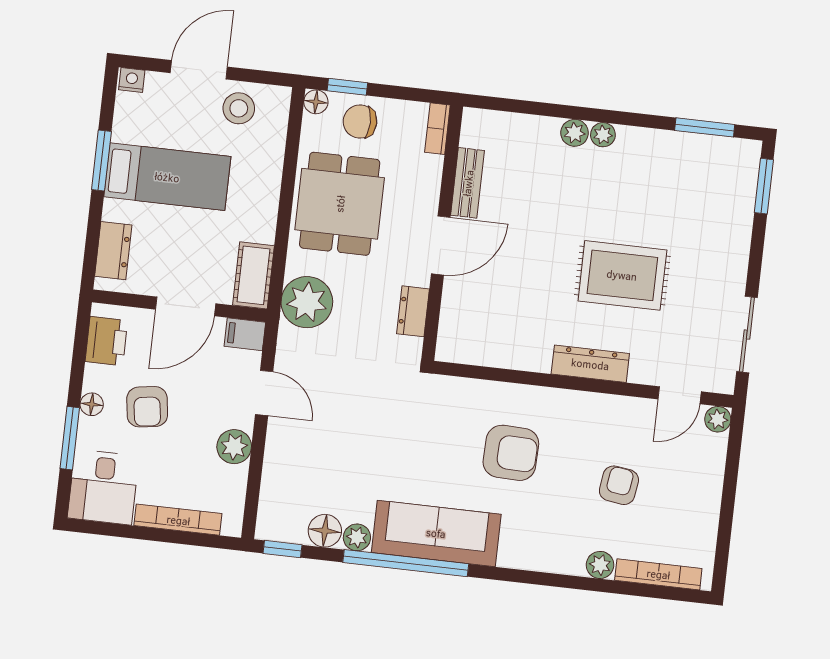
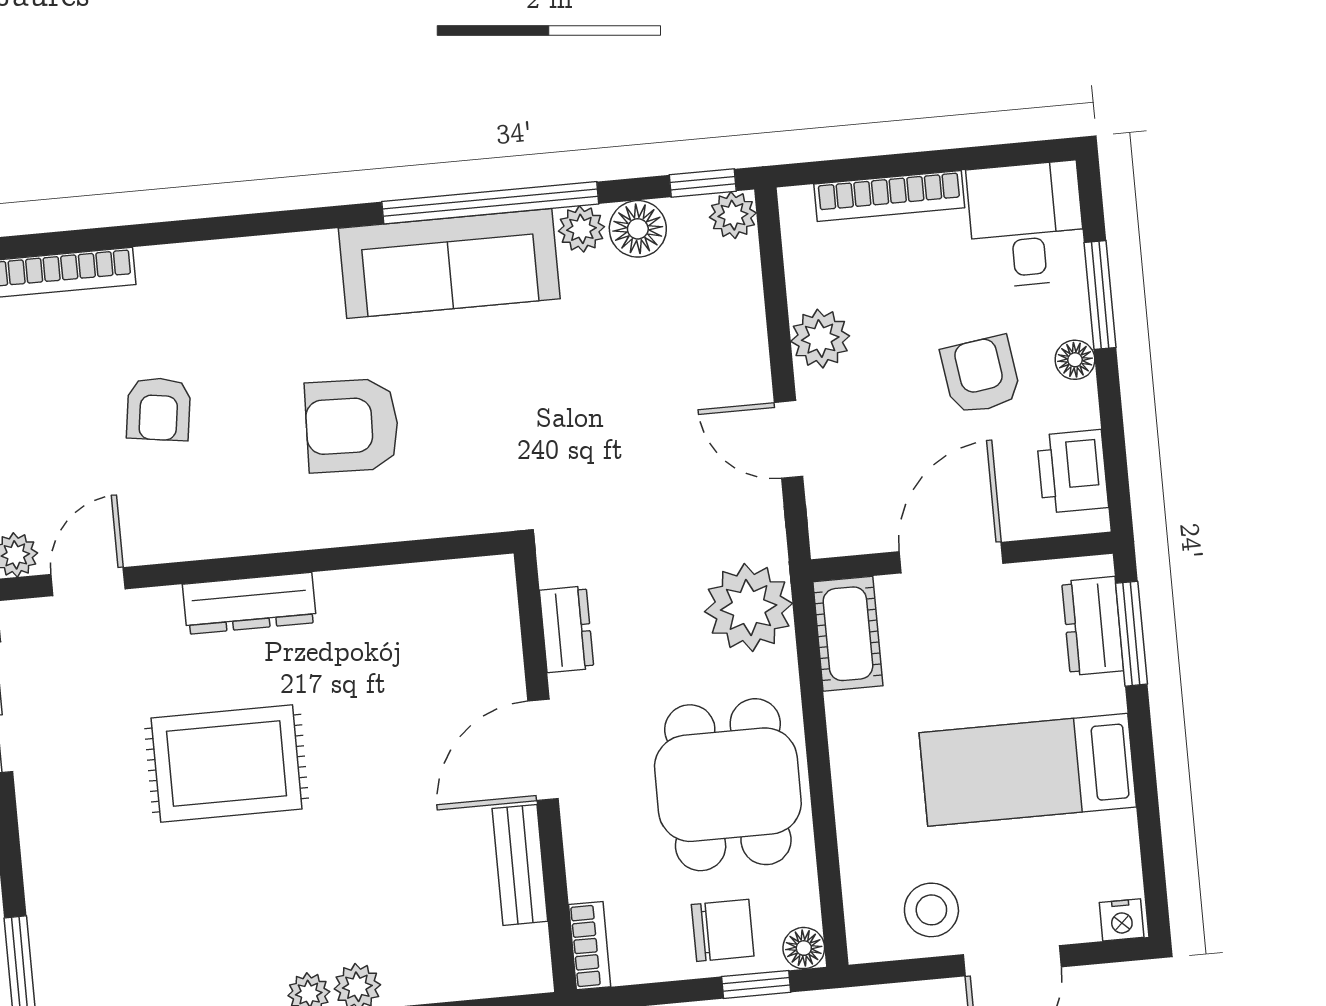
window: (101, 160) -> (1131, 634), moved
filing cabinet: (245, 334) -> (842, 532), removed
plant: (600, 565) -> (733, 215), moved

